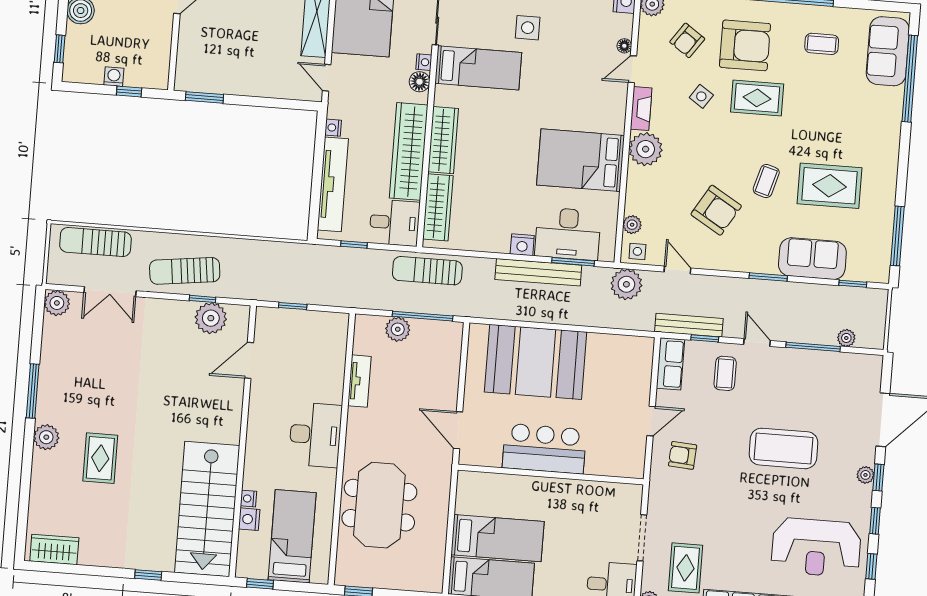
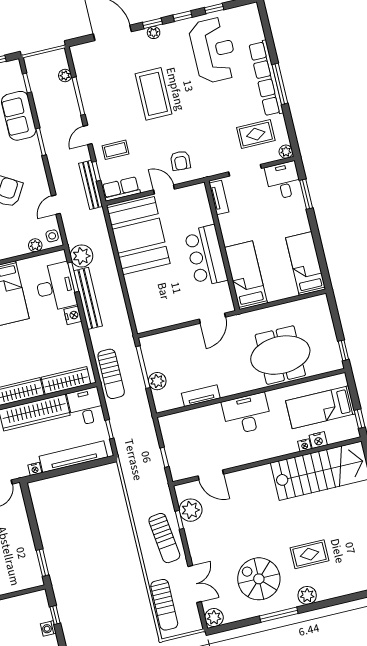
plant: (626, 284) -> (82, 256), moved
booth: (536, 362) -> (138, 236), moved
spiral stairs: (89, 380) -> (259, 579), added
tv unit: (617, 491) -> (219, 197), added
bed: (498, 538) -> (246, 275), moved

